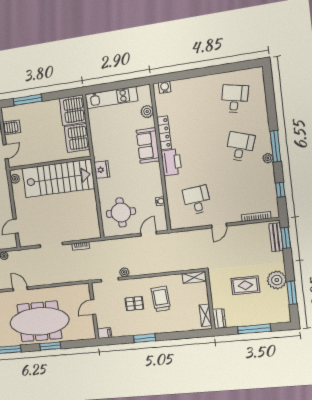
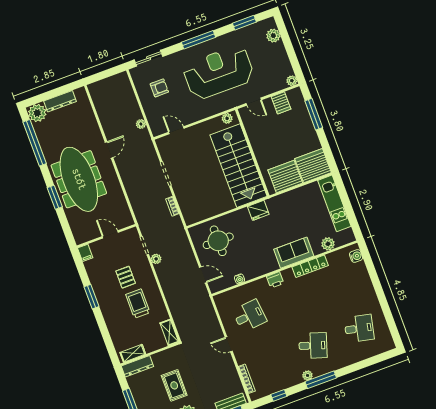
printer: (171, 162) -> (275, 280), width x0.53, depth x0.68
trolley: (161, 299) -> (138, 304), turned -86
dresser: (219, 318) -> (137, 366), width x1.44

